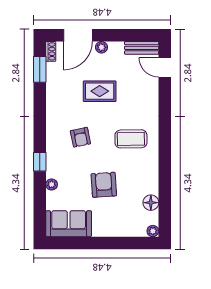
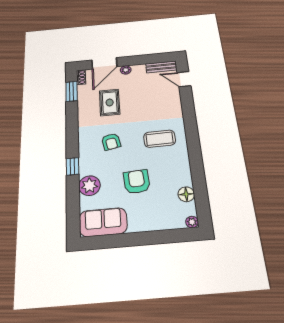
rug: (100, 91) -> (110, 102), moved, turned 90
plant: (52, 184) -> (89, 186), width x1.88, depth x1.88

